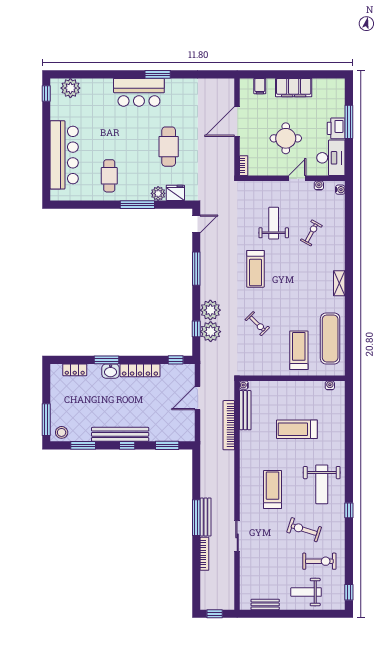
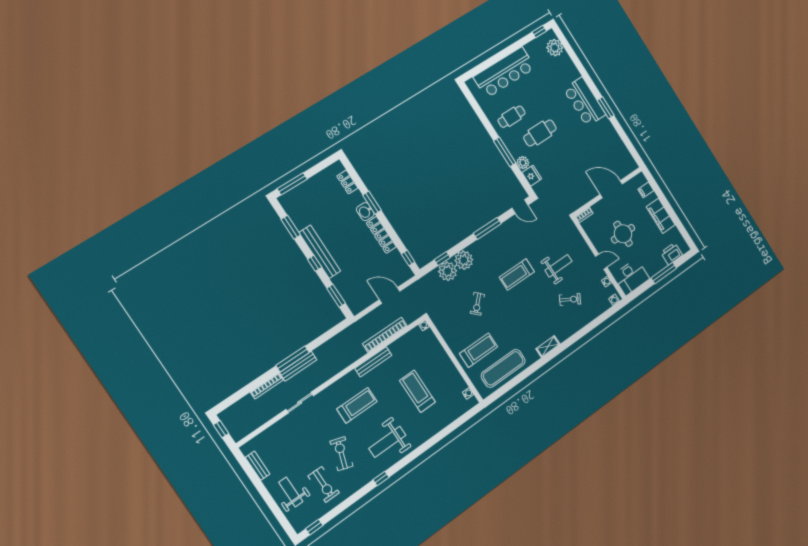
printer: (336, 128) -> (672, 254), moved
cafe table: (169, 147) -> (540, 133), moved
bench: (245, 410) -> (373, 362), moved
stool: (62, 432) -> (290, 203), removed

